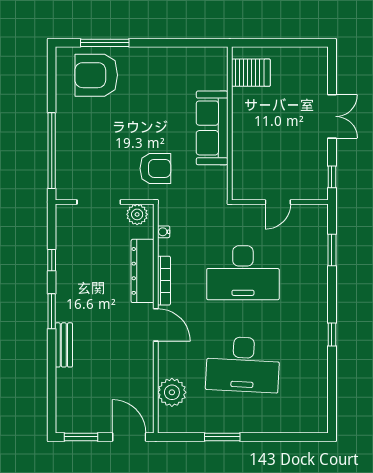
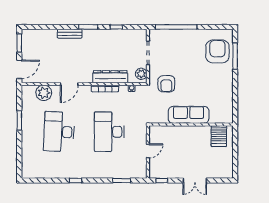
door: (278, 202) -> (148, 151), swing flipped
door: (156, 325) -> (69, 84), moved

